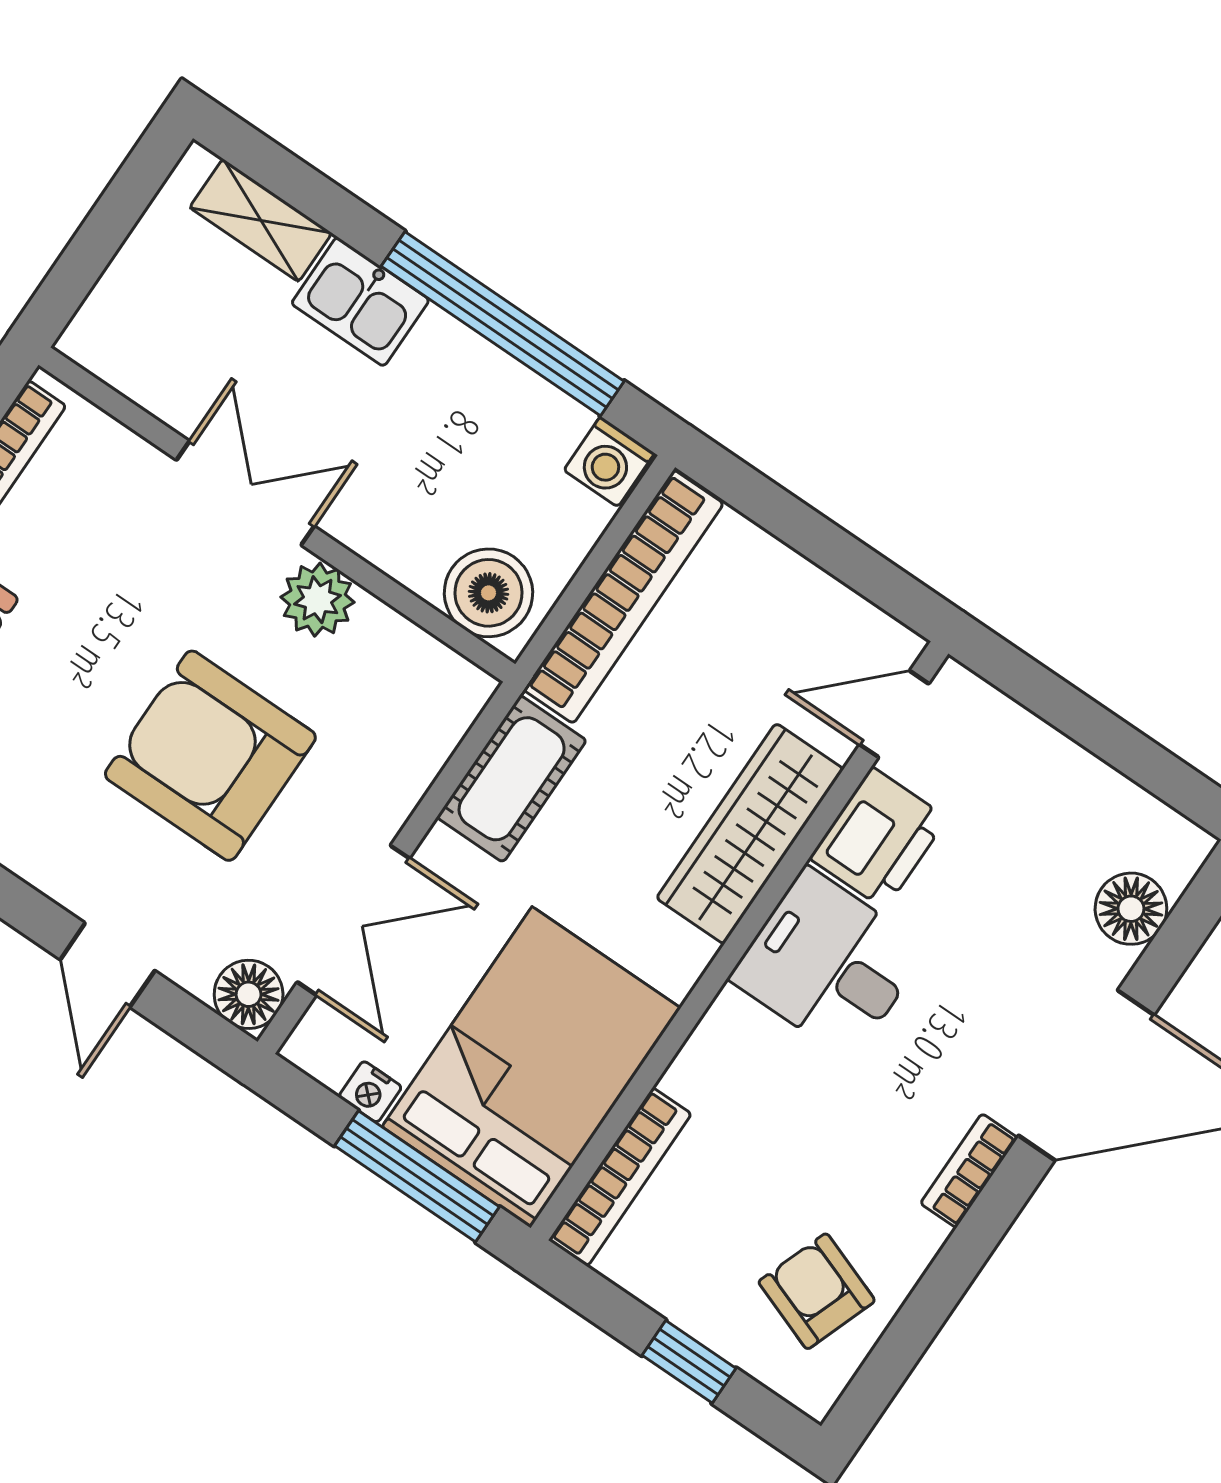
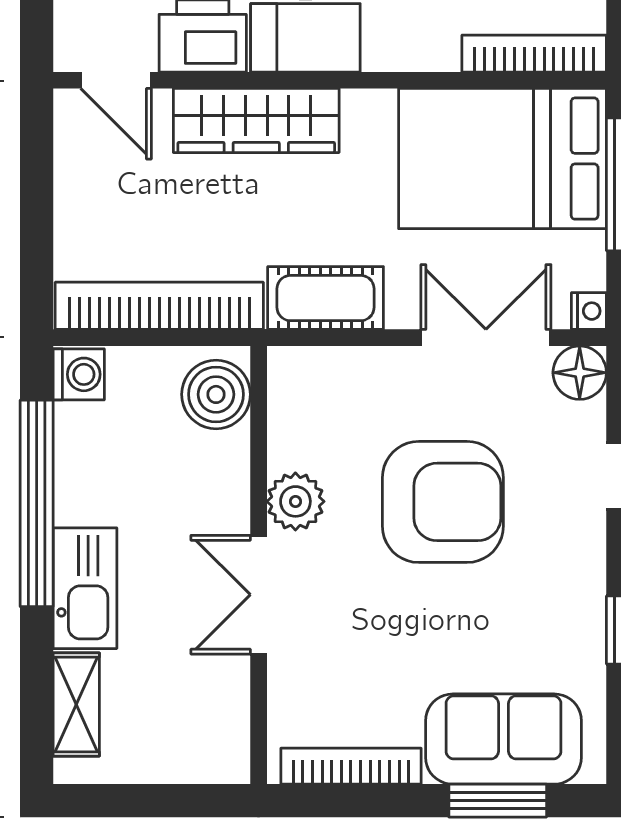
kitchen sink: (360, 302) -> (85, 588), width x1.38
armchair: (210, 756) -> (443, 502), turned -90
nightstand: (370, 1092) -> (589, 311), moved

